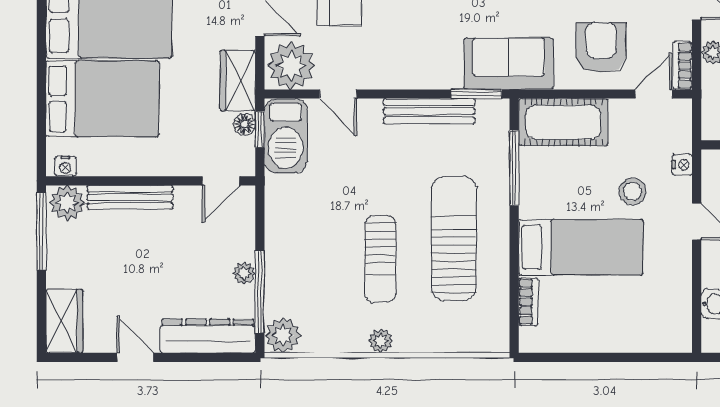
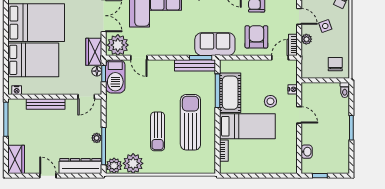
bench: (429, 111) -> (195, 65), moved
cot: (563, 122) -> (230, 93), moved, turned 90
plant: (67, 203) -> (18, 106), removed
plant: (381, 341) -> (133, 163), moved, width x1.88, depth x1.88

